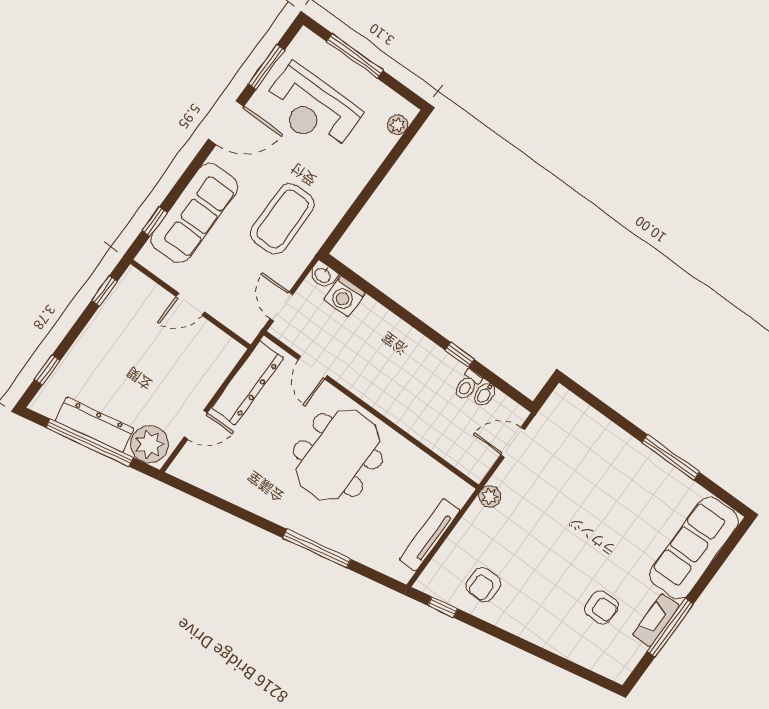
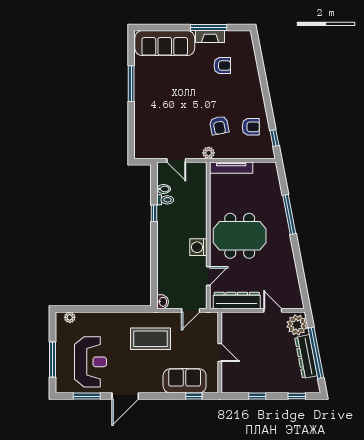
door: (226, 123) -> (125, 396), swing flipped
sofa: (194, 213) -> (185, 381), width x0.73
window: (104, 291) -> (257, 396), moved
washing machine: (344, 296) -> (198, 247), moved, turned 180
tv unit: (430, 535) -> (231, 168), moved
armchair: (518, 540) -> (219, 125), added
armchair: (601, 607) -> (222, 66), turned 90

